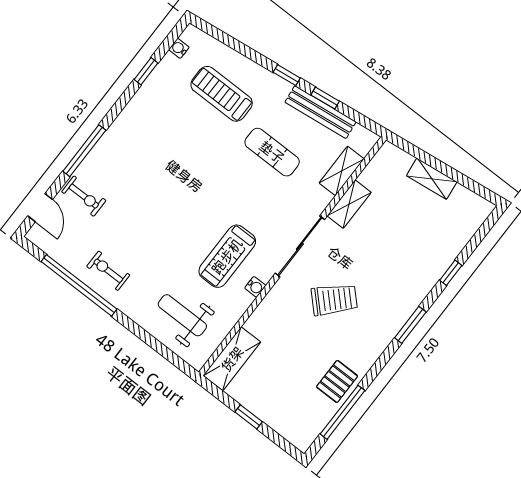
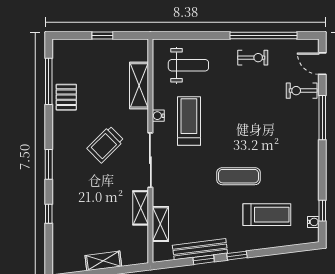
window: (146, 71) -> (322, 211), moved
exercise mat: (272, 152) -> (239, 176), moved
shelving: (232, 359) -> (139, 85), moved

